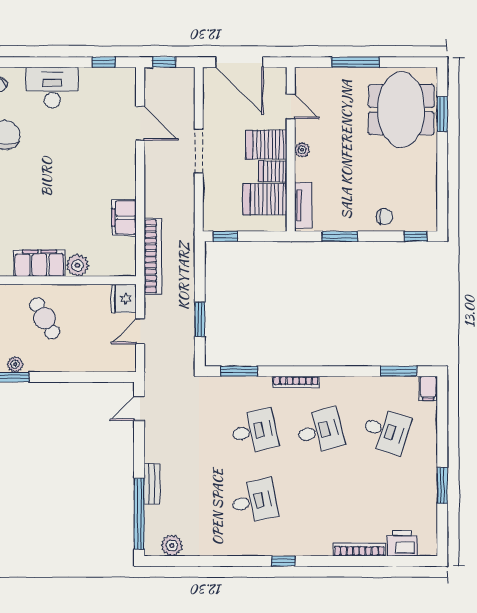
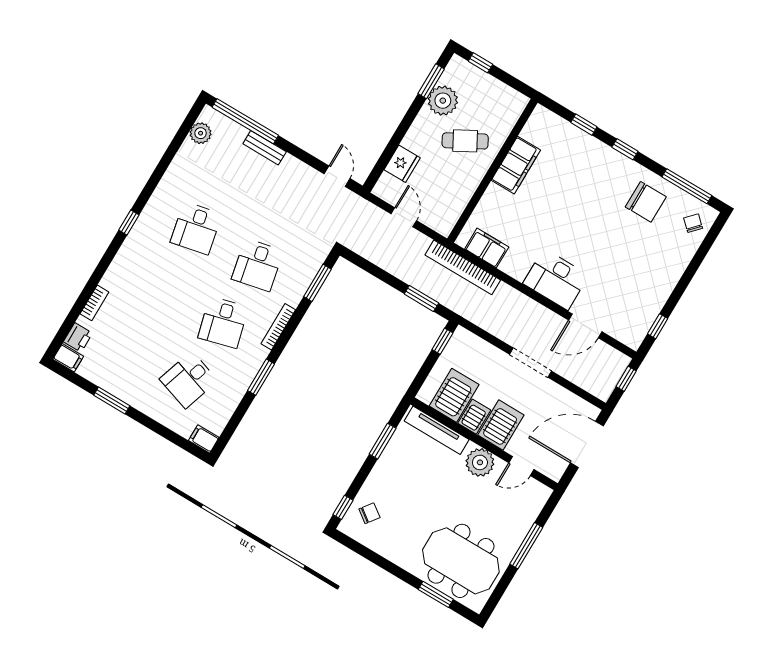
desk: (52, 88) -> (556, 279), moved, turned 90
plant: (302, 150) -> (480, 462), width x1.88, depth x1.88
tv unit: (303, 205) -> (437, 430), width x1.41
filing cabinet: (124, 217) -> (487, 248), moved
chair: (385, 217) -> (369, 513), moved, turned -144
plant: (78, 265) -> (494, 197), removed
fridge: (124, 298) -> (402, 164), moved, turned 90
window: (200, 319) -> (421, 298), moved
plant: (15, 364) -> (443, 101), width x1.88, depth x1.88
window: (399, 371) -> (261, 377), moved
printer: (402, 543) -> (78, 337), width x0.73, depth x0.81
filing cabinet: (428, 544) -> (68, 358), added
bookcase: (359, 549) -> (94, 303), width x0.64

